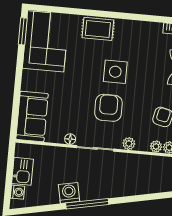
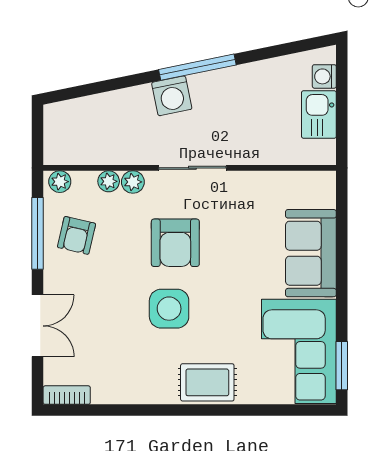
sofa: (32, 117) -> (311, 253), moved
floor lamp: (70, 139) -> (239, 180), removed
plant: (156, 146) -> (109, 181), moved
washing machine: (69, 193) -> (172, 96), moved

